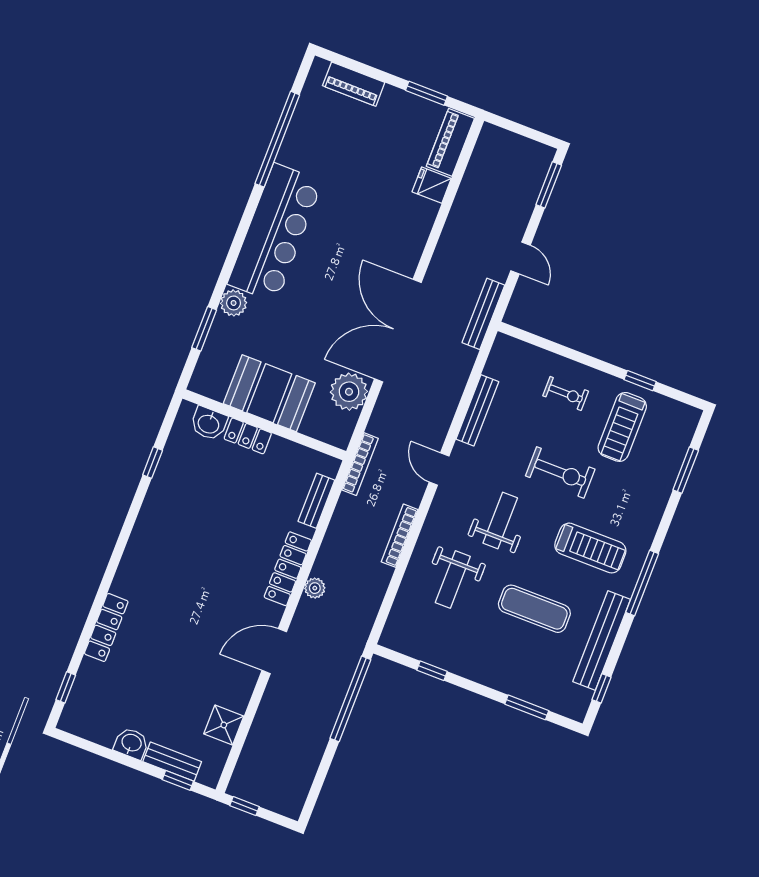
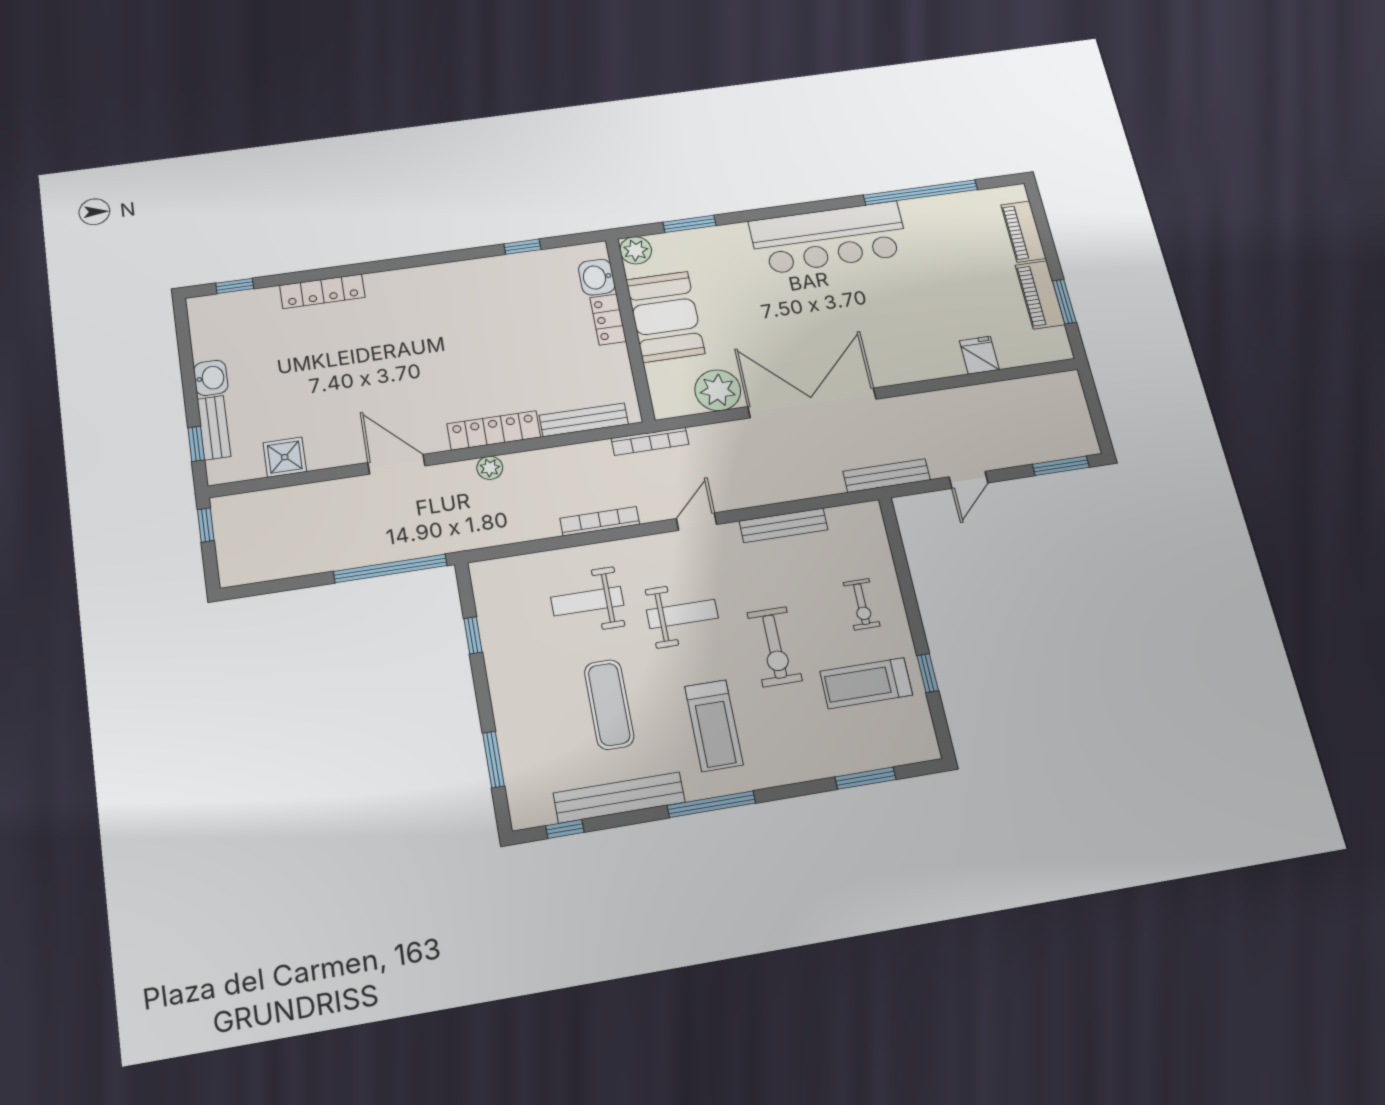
piano: (450, 142) -> (1040, 295), moved, turned -90
plant: (234, 303) -> (636, 250), moved
bench: (316, 501) -> (584, 420), width x1.36

